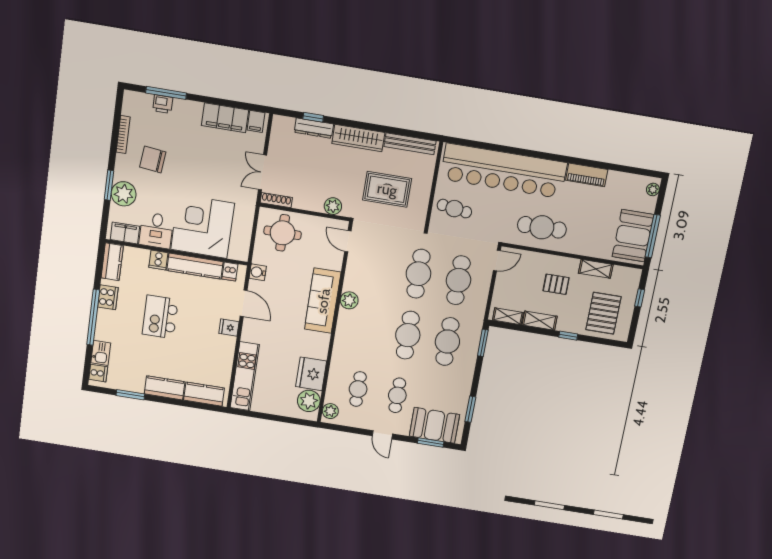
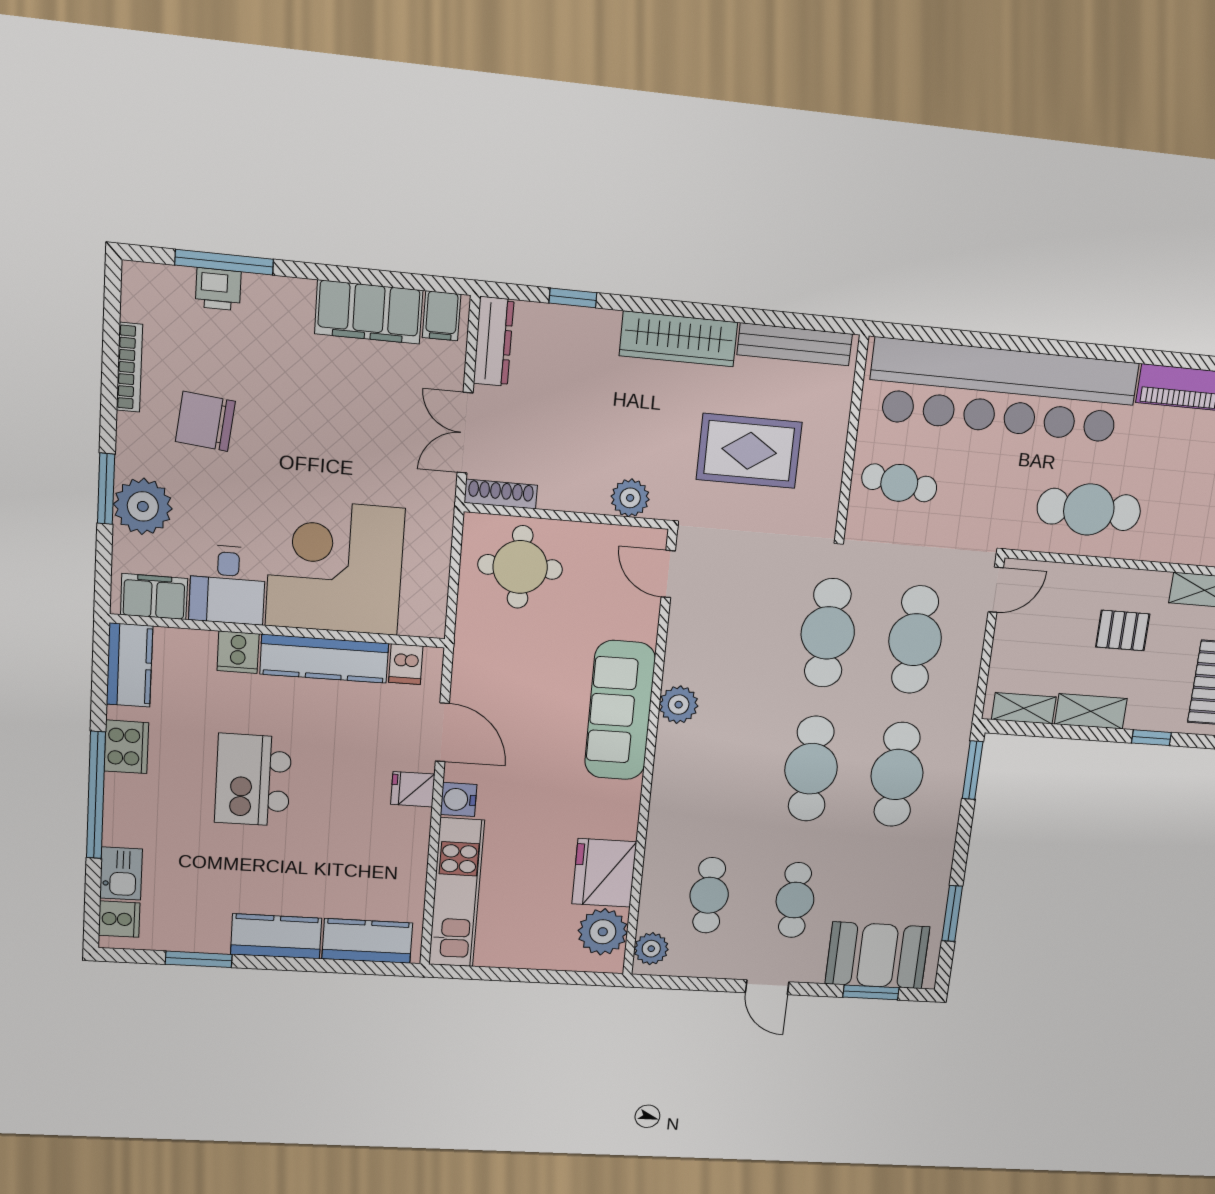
dresser: (314, 128) -> (494, 342), moved, turned -90
water cooler: (258, 272) -> (459, 799), moved

